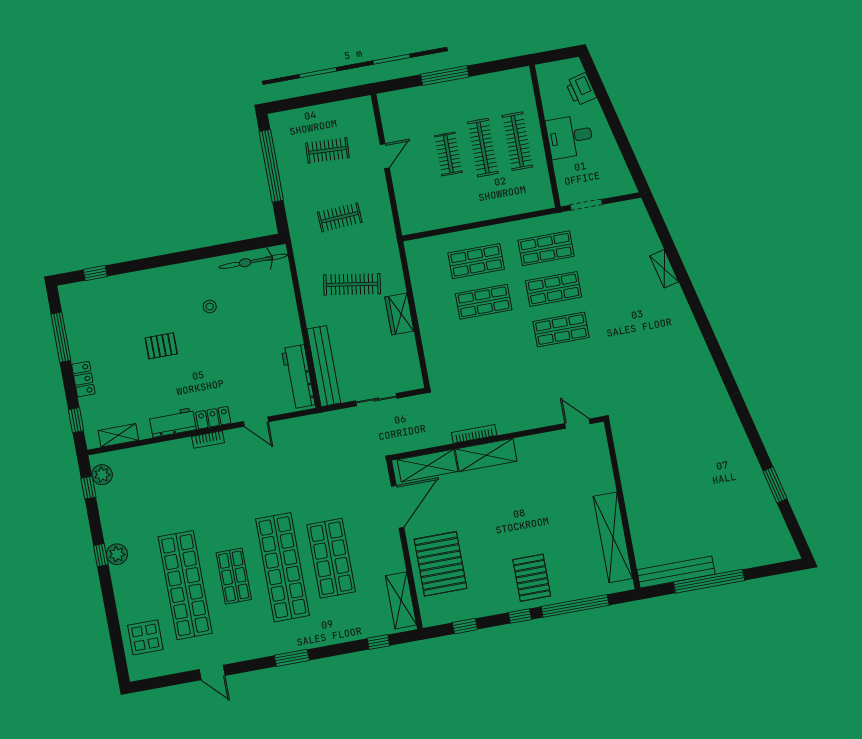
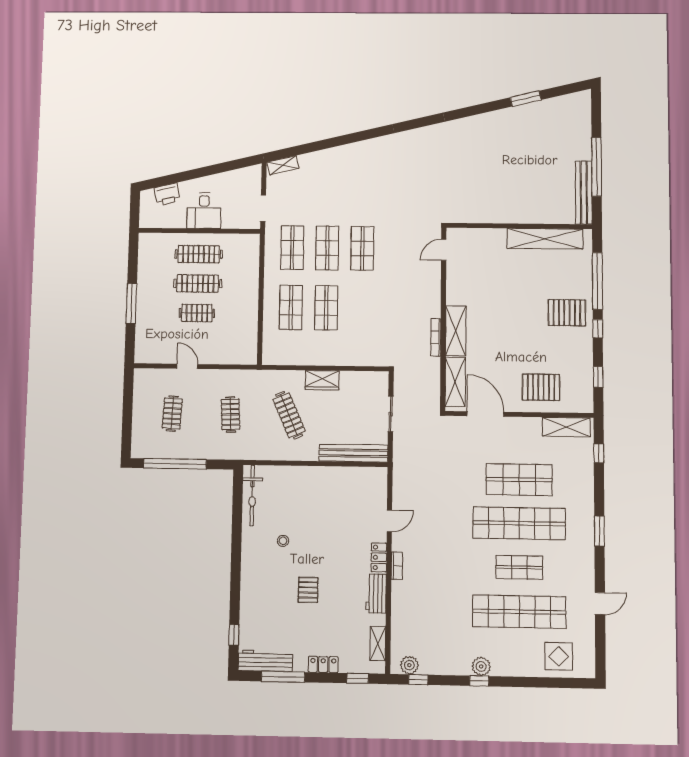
shelving: (664, 269) -> (283, 165), moved
clothes rail: (352, 284) -> (289, 415), turned -33
workbench: (298, 377) -> (265, 661), moved, turned 180
pallet: (440, 564) -> (541, 387), width x0.73, depth x0.71

